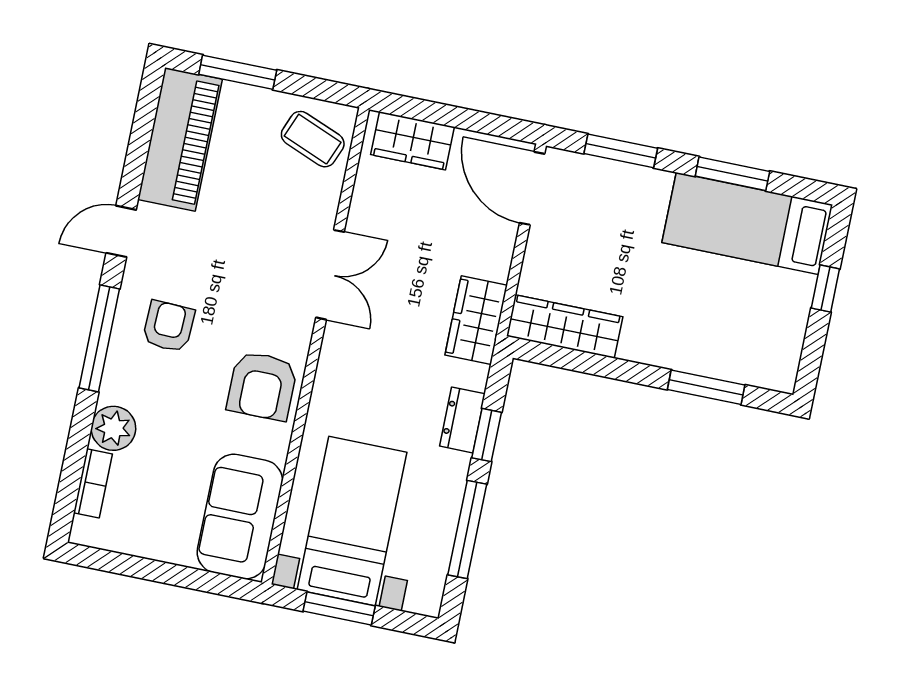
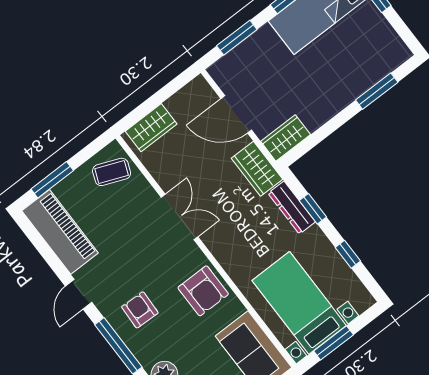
door: (532, 188) -> (236, 114), moved
wardrobe: (565, 326) -> (286, 138), width x0.67
dresser: (462, 420) -> (292, 208), width x1.44
window: (467, 530) -> (348, 254), width x0.46

